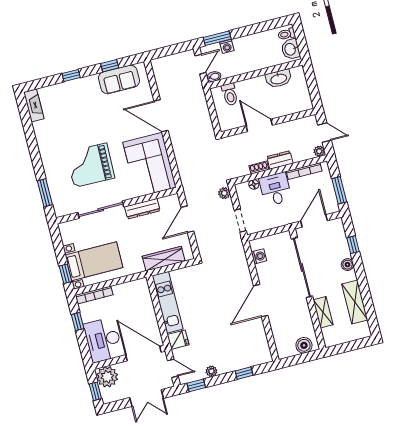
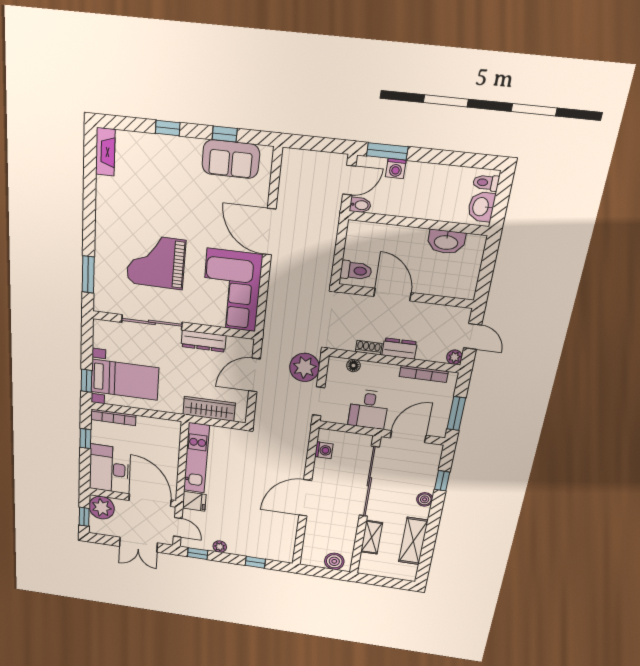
toilet: (230, 94) -> (356, 271), moved, turned -90
desk: (275, 189) -> (368, 409), moved, turned 180
plant: (224, 193) -> (305, 367), width x1.88, depth x1.88

